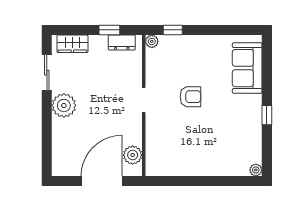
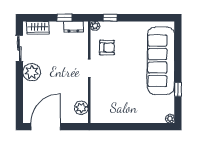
sofa: (247, 68) -> (161, 61), width x1.85, depth x1.27
armchair: (190, 97) -> (107, 48), moved
window: (267, 115) -> (178, 90), moved
door: (102, 181) -> (46, 127), moved

